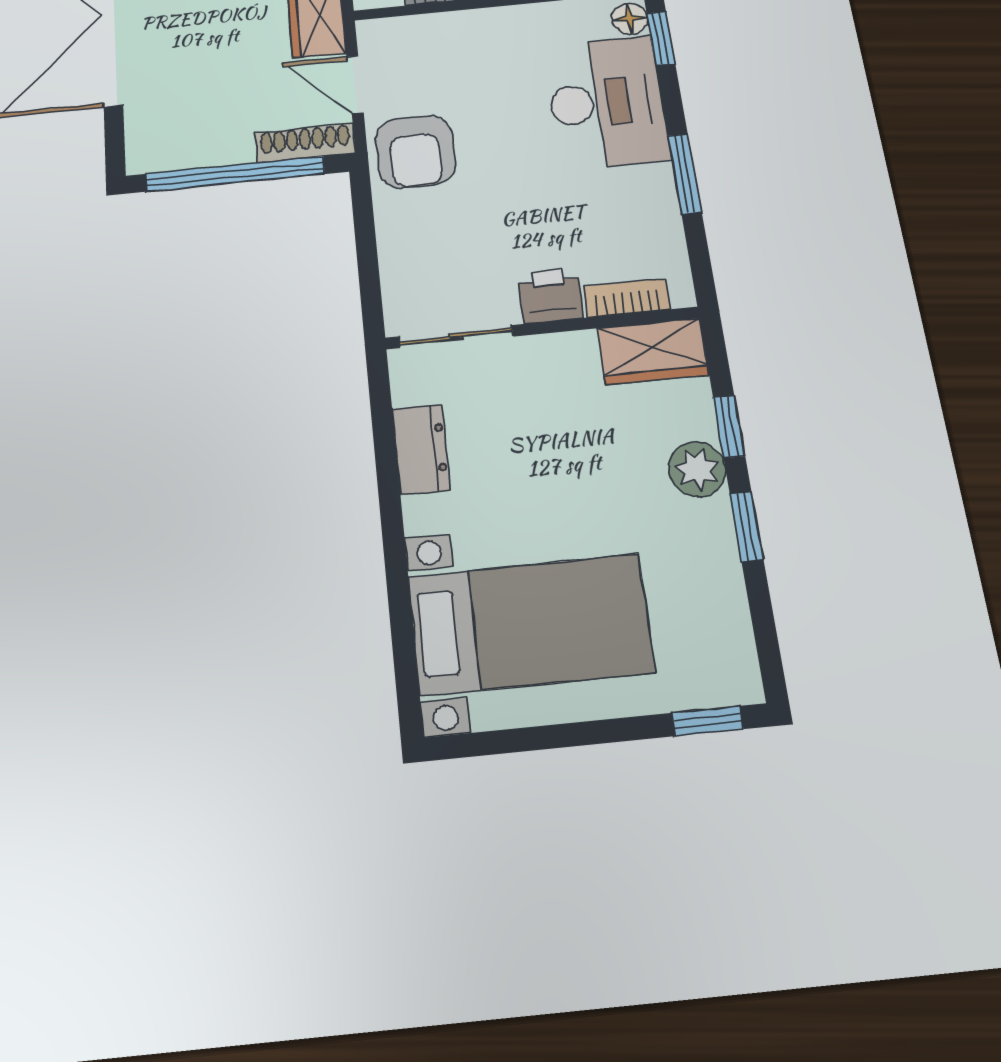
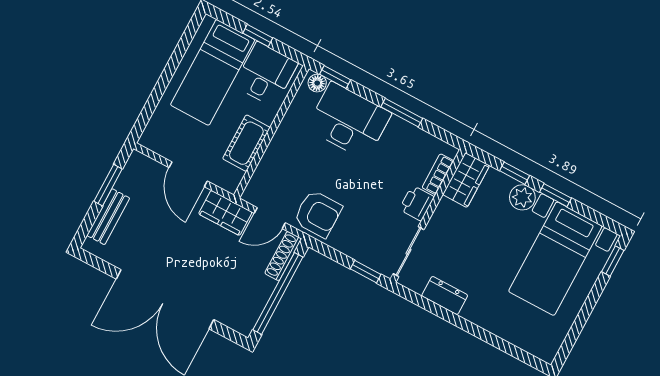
window: (370, 288) -> (366, 272), added
bed with nightstands: (530, 624) -> (555, 259), moved, turned 180

